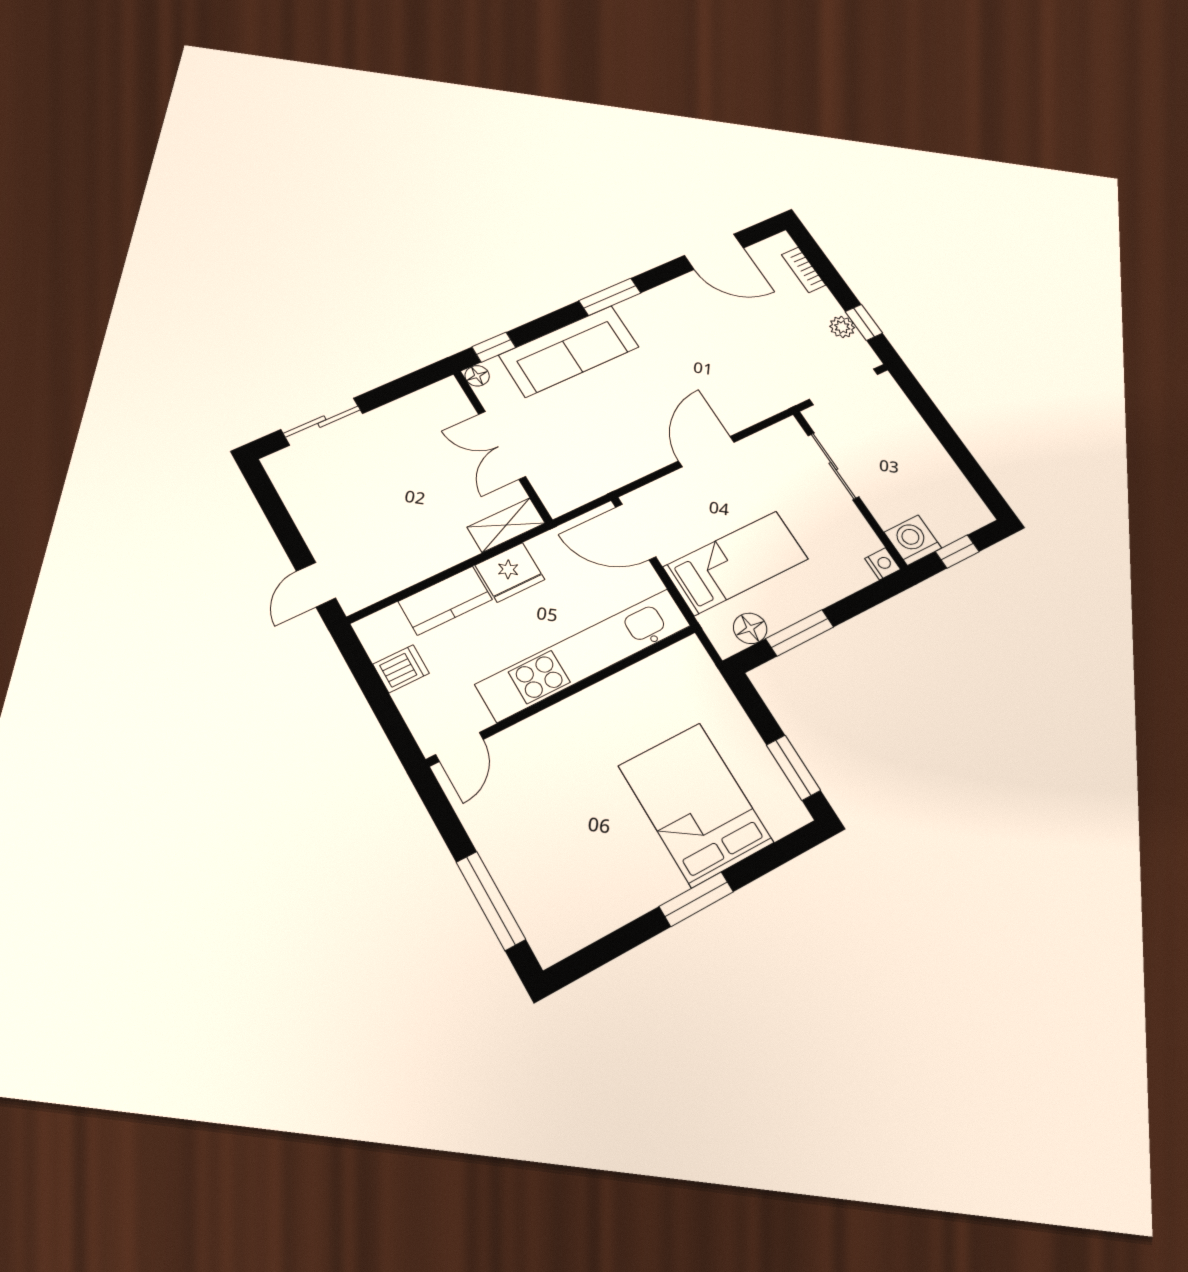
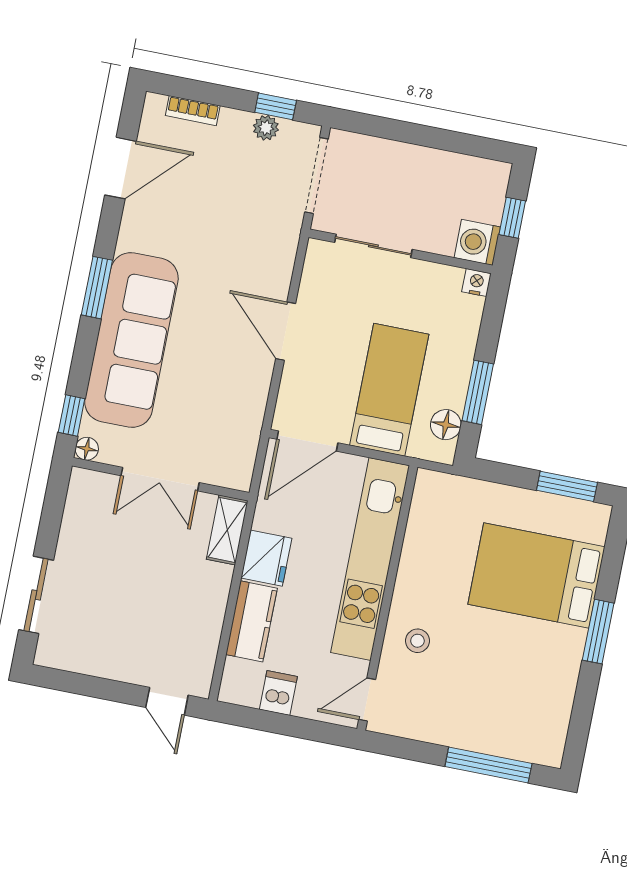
sofa: (569, 351) -> (131, 340), width x1.36, depth x1.27
door: (459, 747) -> (367, 699), swing flipped
stool: (549, 749) -> (417, 641), added

